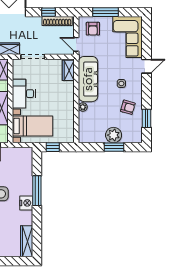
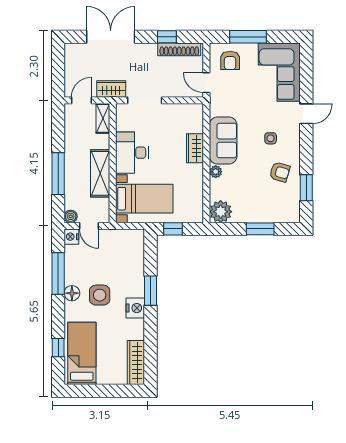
wardrobe: (68, 70) -> (195, 148), moved
sofa: (88, 79) -> (223, 141), width x0.73
plant: (114, 135) -> (221, 212), moved
window: (37, 191) -> (150, 291), width x0.69

